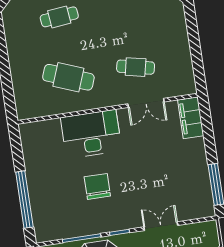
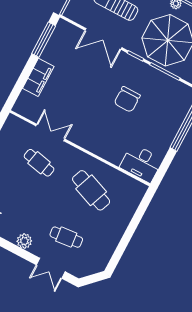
filing cabinet: (191, 118) -> (38, 77), moved
desk: (91, 134) -> (141, 163), moved, width x0.73, depth x0.77
double door: (161, 226) -> (103, 39), width x1.37

